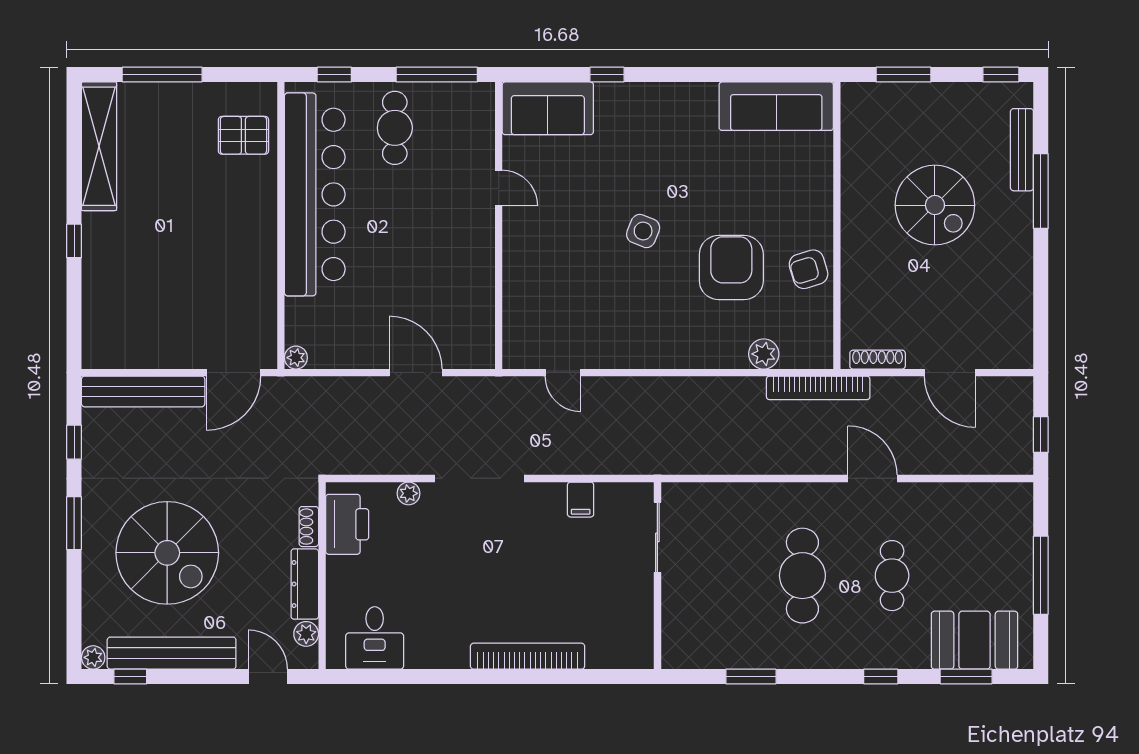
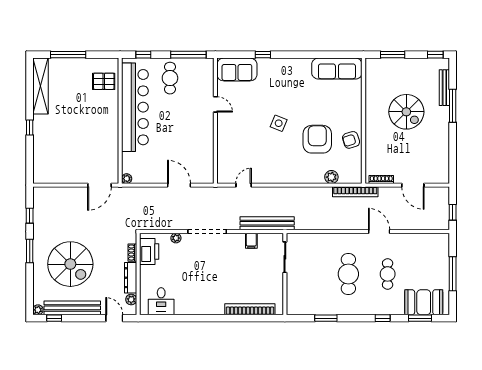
door: (563, 373) -> (244, 185), swing flipped
bench: (143, 391) -> (267, 223), moved
bookcase: (528, 656) -> (250, 309), moved

